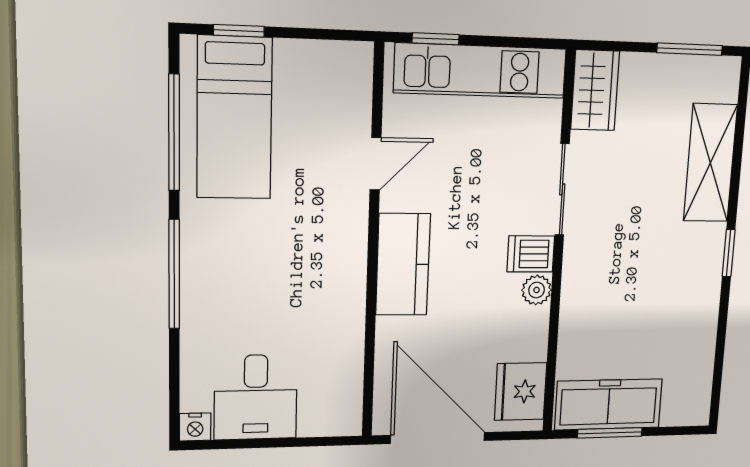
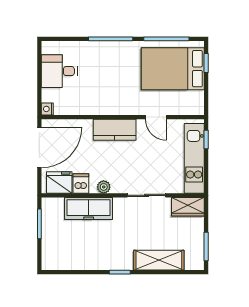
bed: (234, 118) -> (173, 69), width x1.50
dishwasher: (531, 254) -> (81, 184), moved
freezer: (609, 404) -> (89, 208), moved, turned 90
nightstand: (195, 427) -> (47, 109), moved

